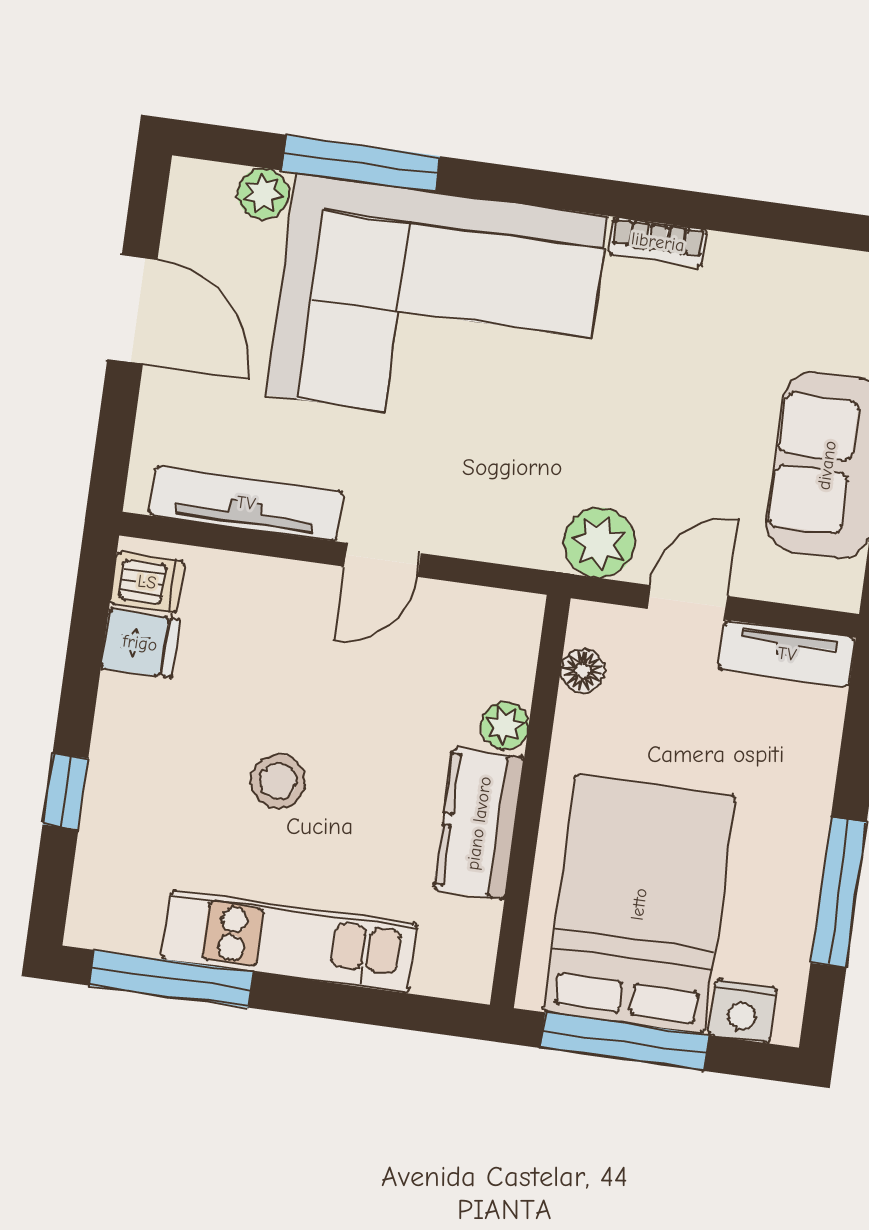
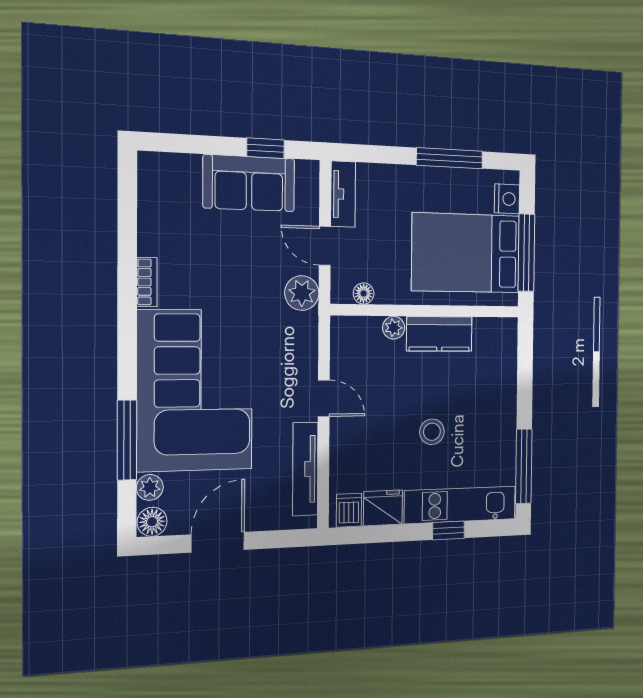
floor lamp: (196, 189) -> (152, 522), added
fridge: (140, 643) -> (383, 508), width x1.38
kitchen unit: (289, 941) -> (460, 505), moved, turned 90

